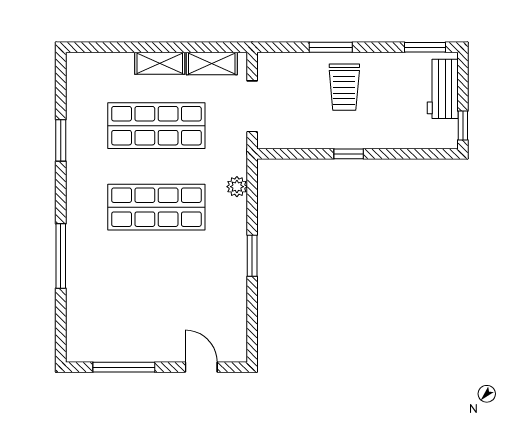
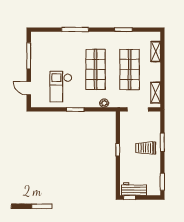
shelving: (160, 63) -> (156, 52), moved
workbench: (443, 89) -> (134, 189), moved
checkout: (197, 290) -> (61, 87), added
door: (201, 367) -> (29, 88), swing flipped

